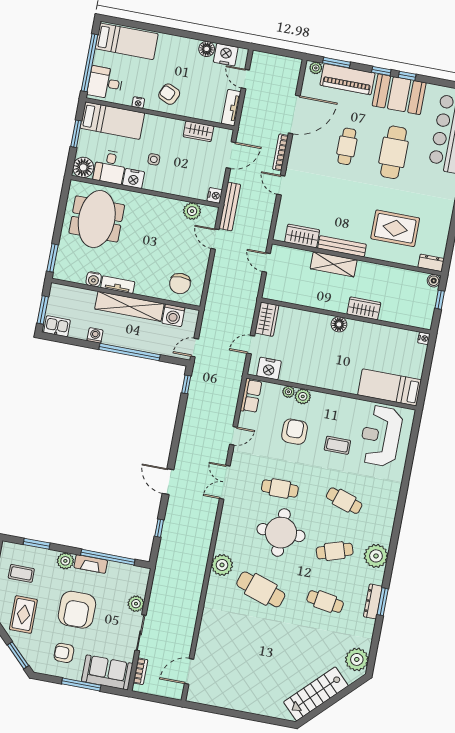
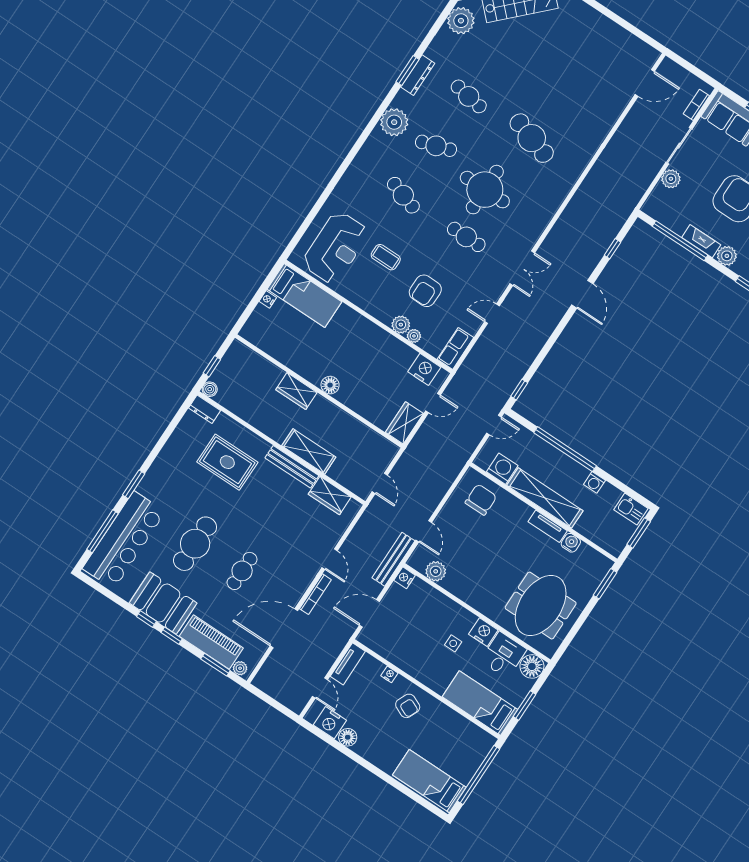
desk: (105, 83) -> (471, 747), removed
nightstand: (138, 103) -> (389, 674), moved
wardrobe: (198, 131) -> (393, 653), removed
nightstand: (424, 338) -> (268, 299), moved
plant: (222, 565) -> (562, 181), removed

